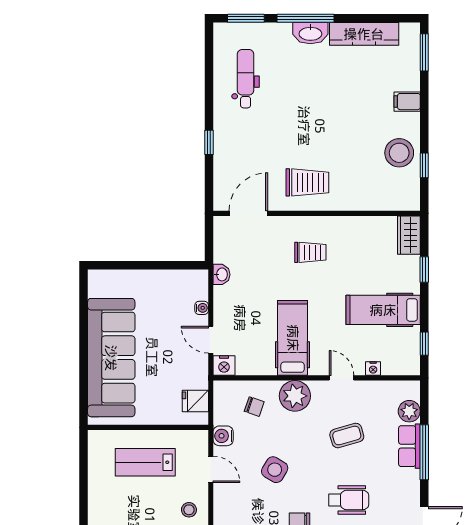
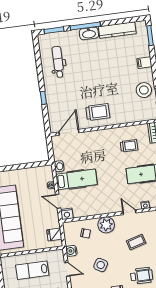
trolley: (310, 252) -> (129, 146), moved
hospital bed: (293, 338) -> (77, 179), moved, turned 90

